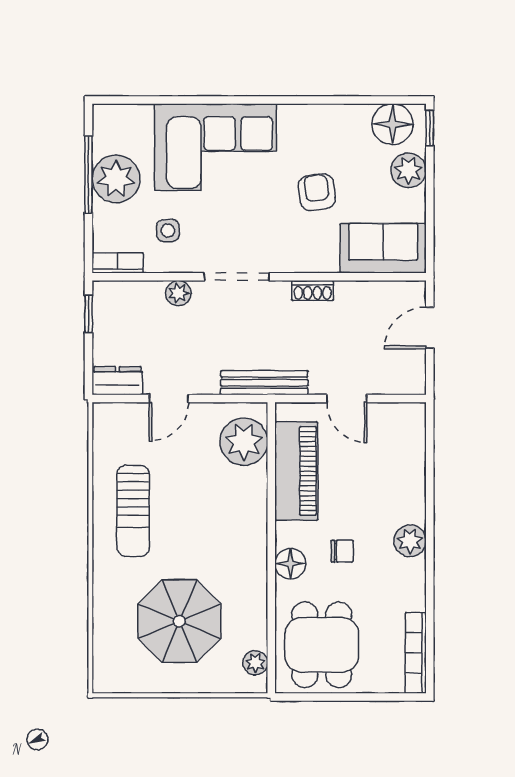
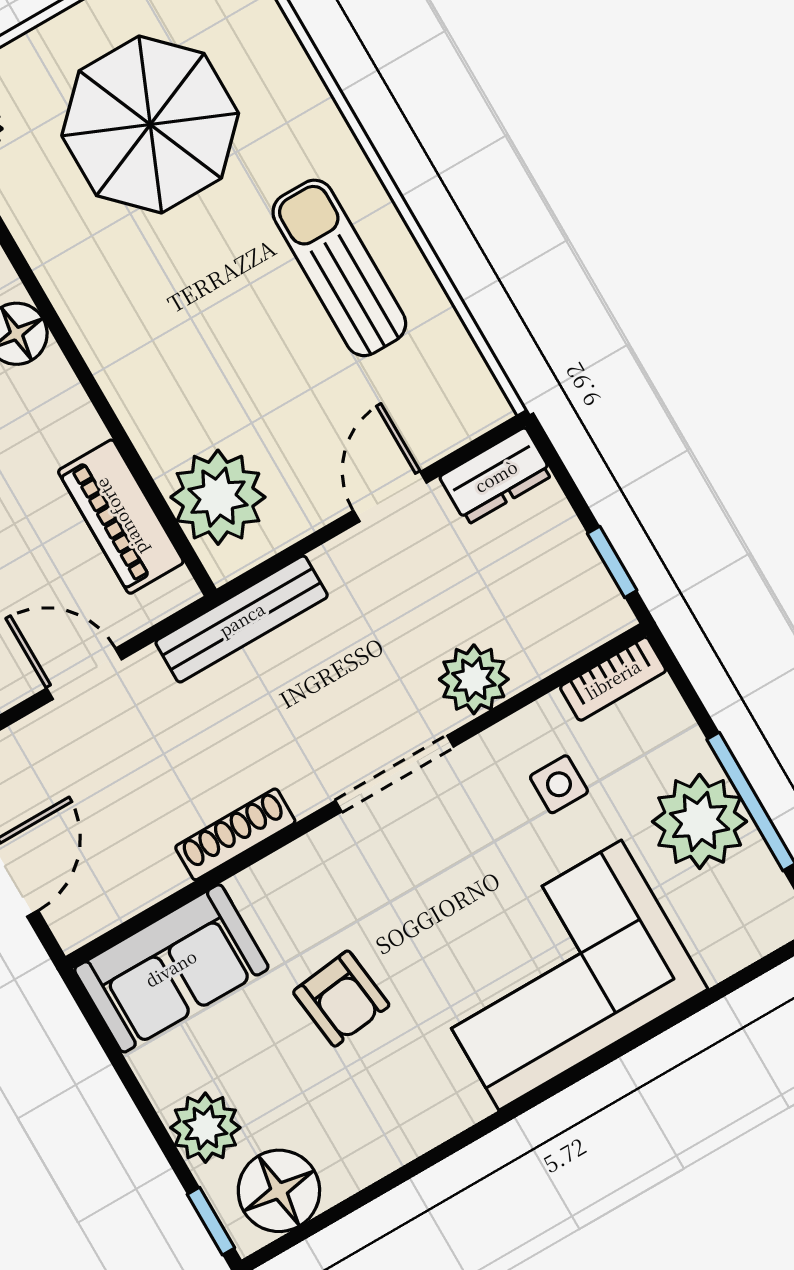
shoe rack: (313, 290) -> (235, 834), width x1.43
plant: (178, 293) -> (474, 679), width x1.38, depth x1.38
piano: (296, 471) -> (121, 517), width x0.73, depth x0.75

